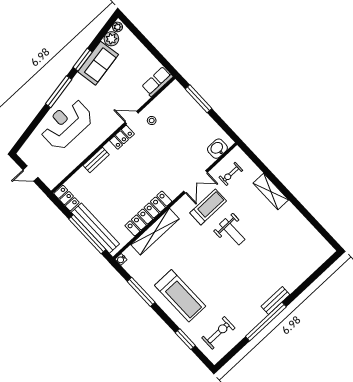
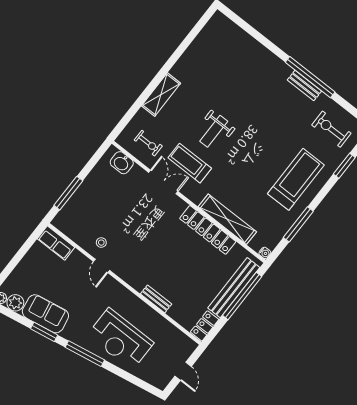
locker: (122, 137) -> (126, 273), removed
weight bench: (232, 232) -> (214, 131), turned 180
bench: (275, 300) -> (304, 86), moved

